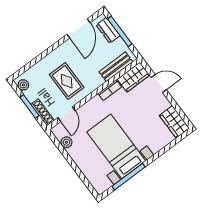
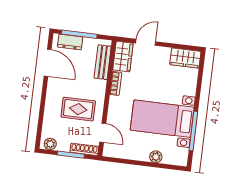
plant: (66, 142) -> (156, 157), moved

